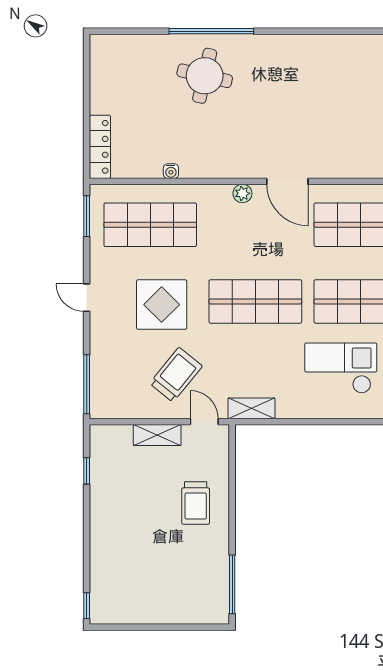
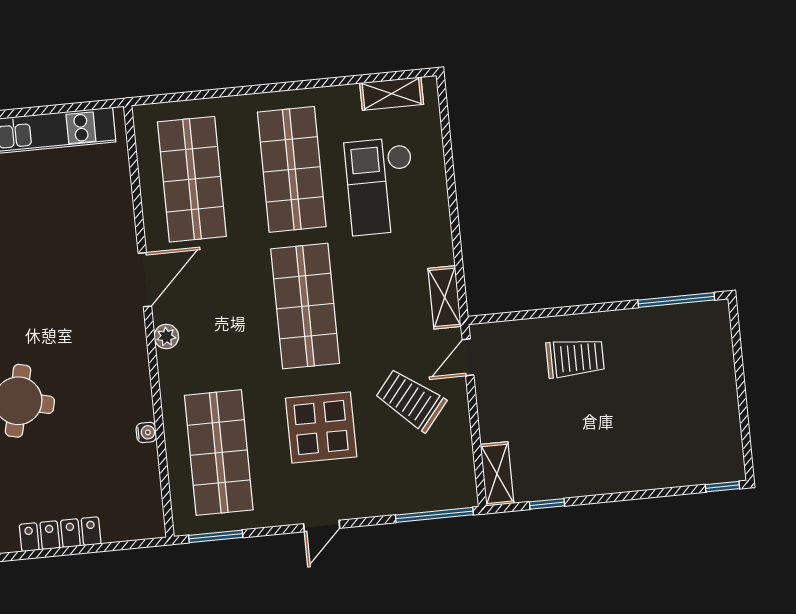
locker: (100, 147) -> (60, 534), moved
shelving: (157, 435) -> (497, 474), moved

